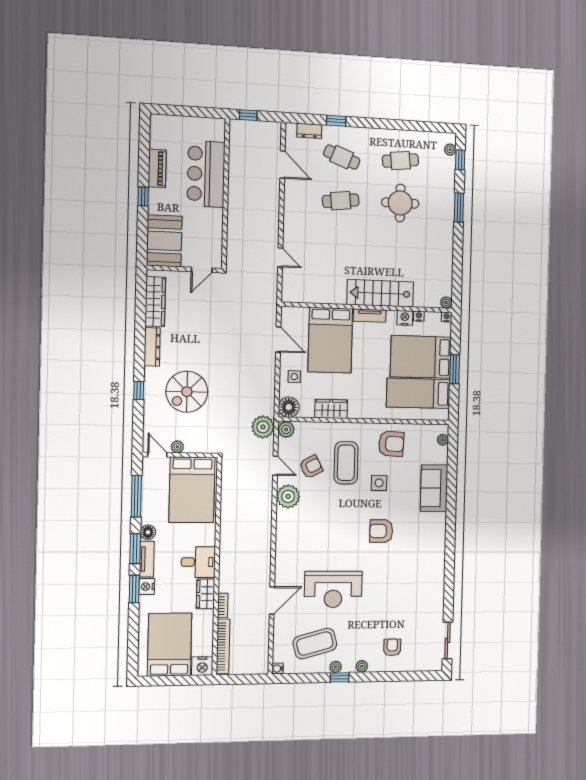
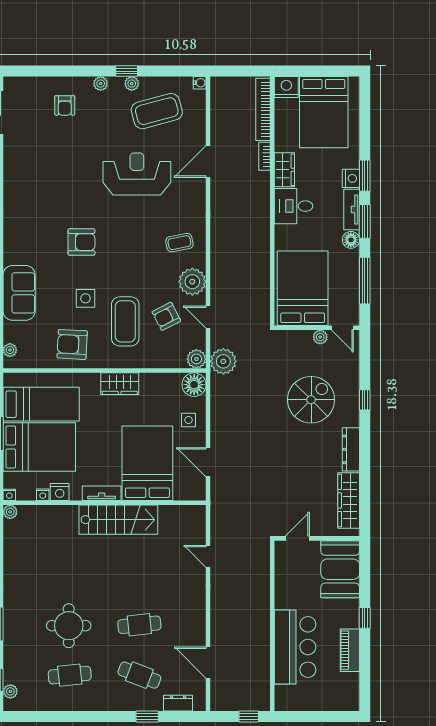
stairs: (380, 293) -> (118, 520), moved
wardrobe: (331, 409) -> (120, 384), moved
coffee table: (298, 530) -> (179, 243), added

